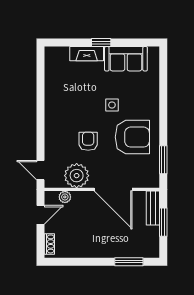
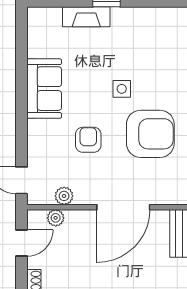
sofa: (126, 59) -> (44, 89), moved, turned -90
plant: (77, 176) -> (64, 196), width x0.53, depth x0.53
door: (113, 189) -> (123, 207), hinge flipped

